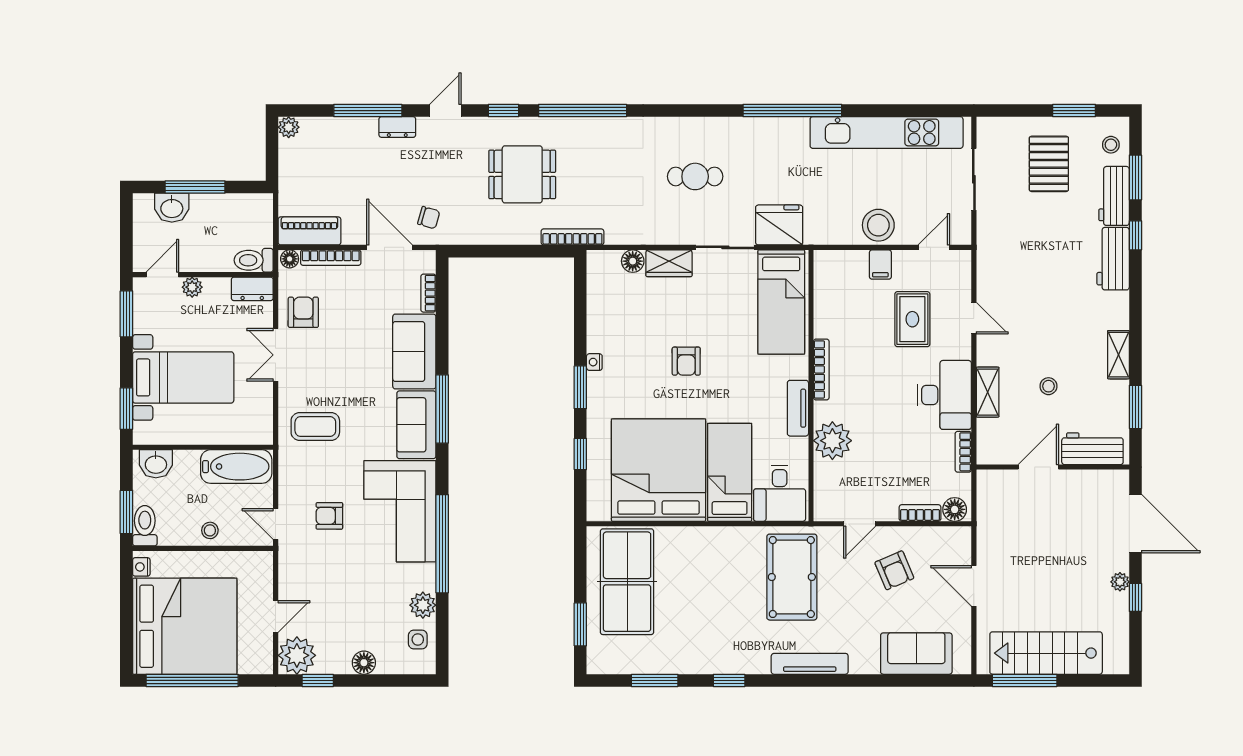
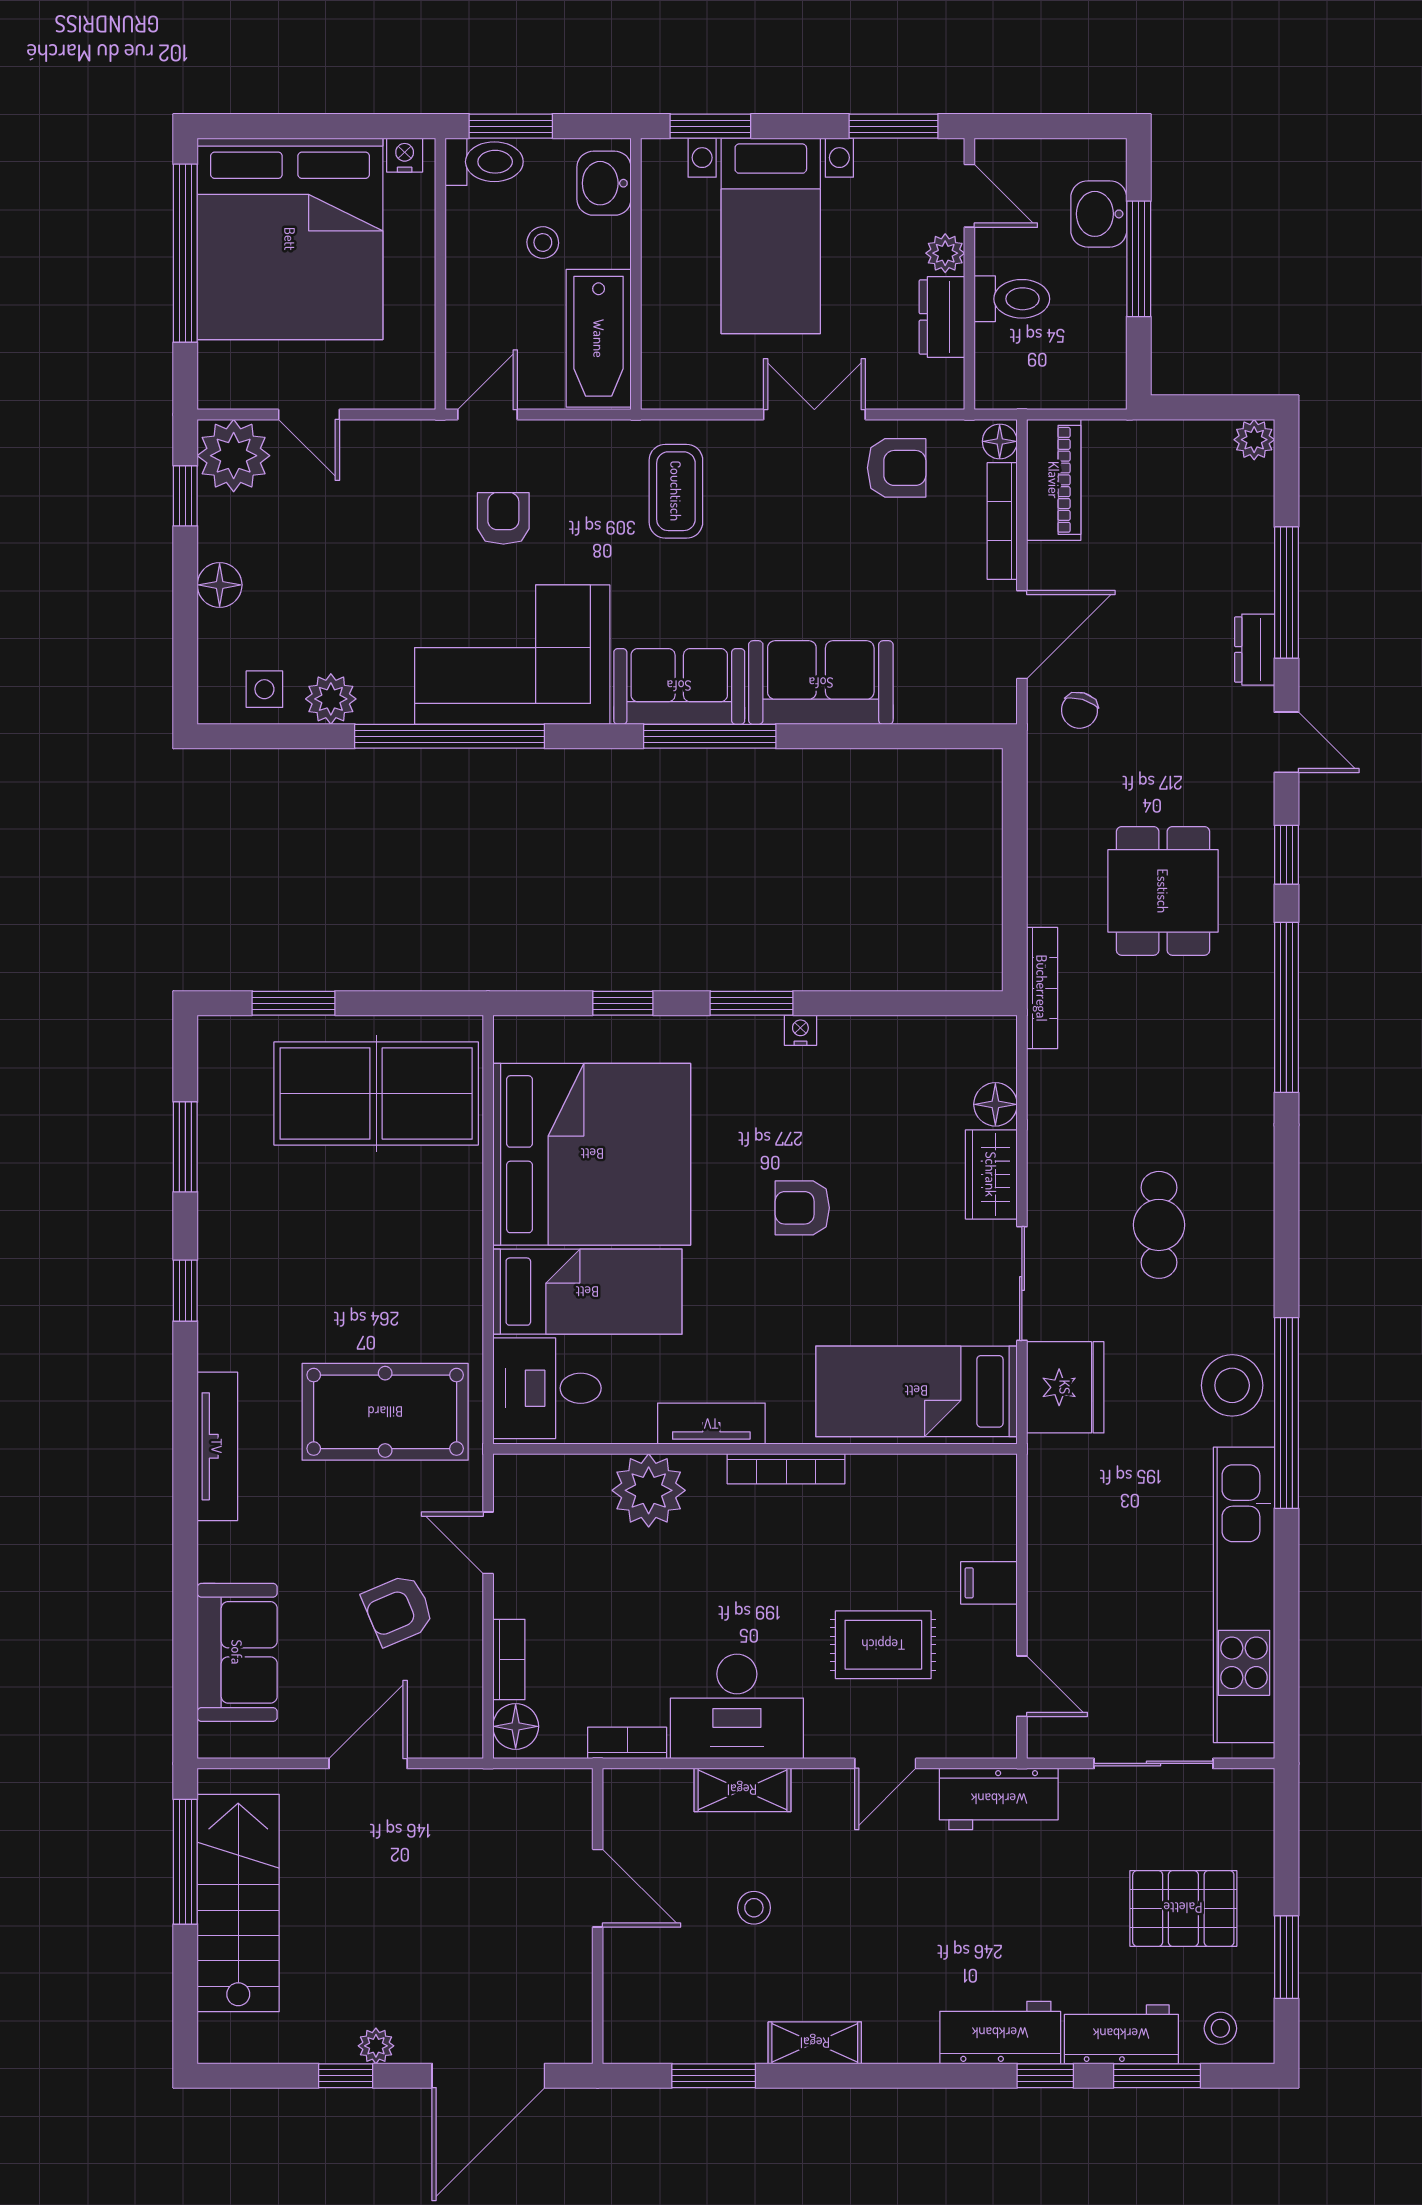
stool: (878, 225) -> (1232, 1385), moved
toilet: (254, 260) -> (1012, 299), moved, turned 90
dresser: (252, 289) -> (942, 317), moved
bookcase: (428, 293) -> (934, 710), removed
workbench: (1092, 449) -> (999, 1799), moved, turned 90
stool: (210, 530) -> (543, 242), moved

